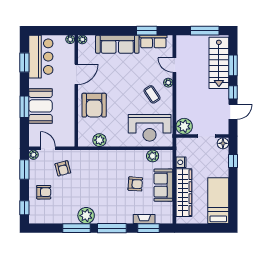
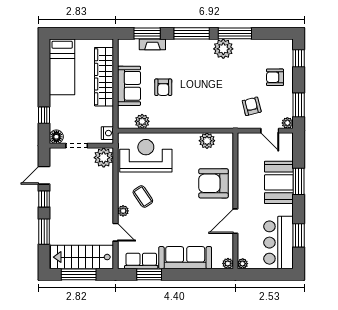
stairs: (219, 63) -> (82, 257), moved, turned -90
armchair: (94, 105) -> (214, 183), turned -90
nightstand: (181, 162) -> (107, 133), moved
armchair: (135, 184) -> (163, 87), turned -94

